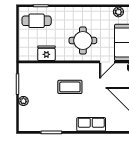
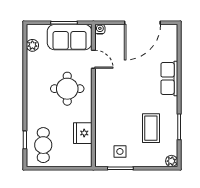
side table: (31, 84) -> (120, 151), added
coffee table: (70, 87) -> (151, 128), moved
plant: (23, 101) -> (171, 161), moved

